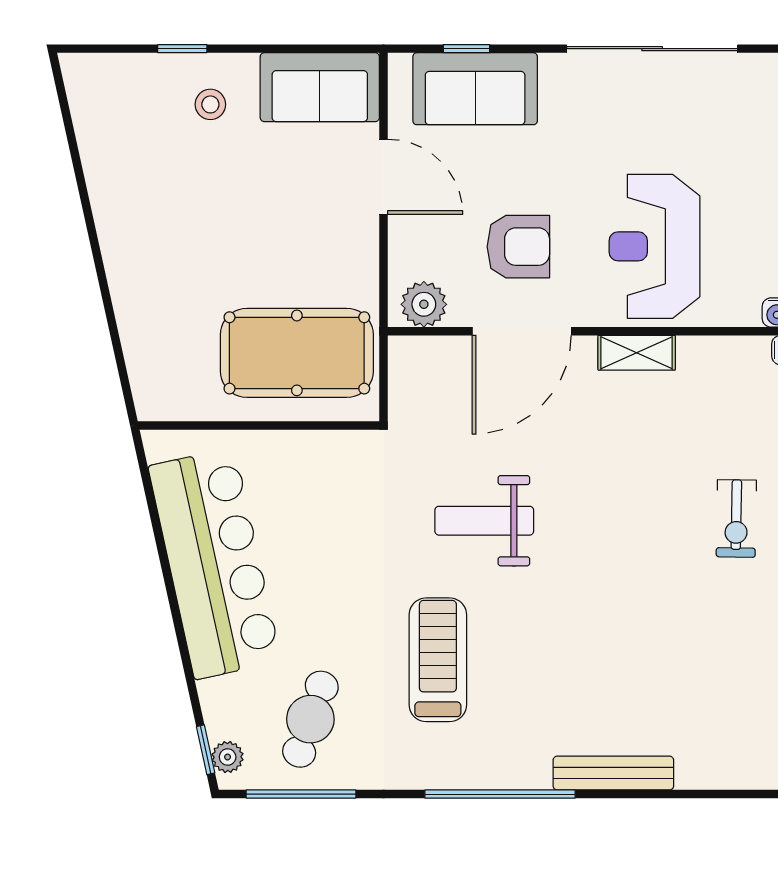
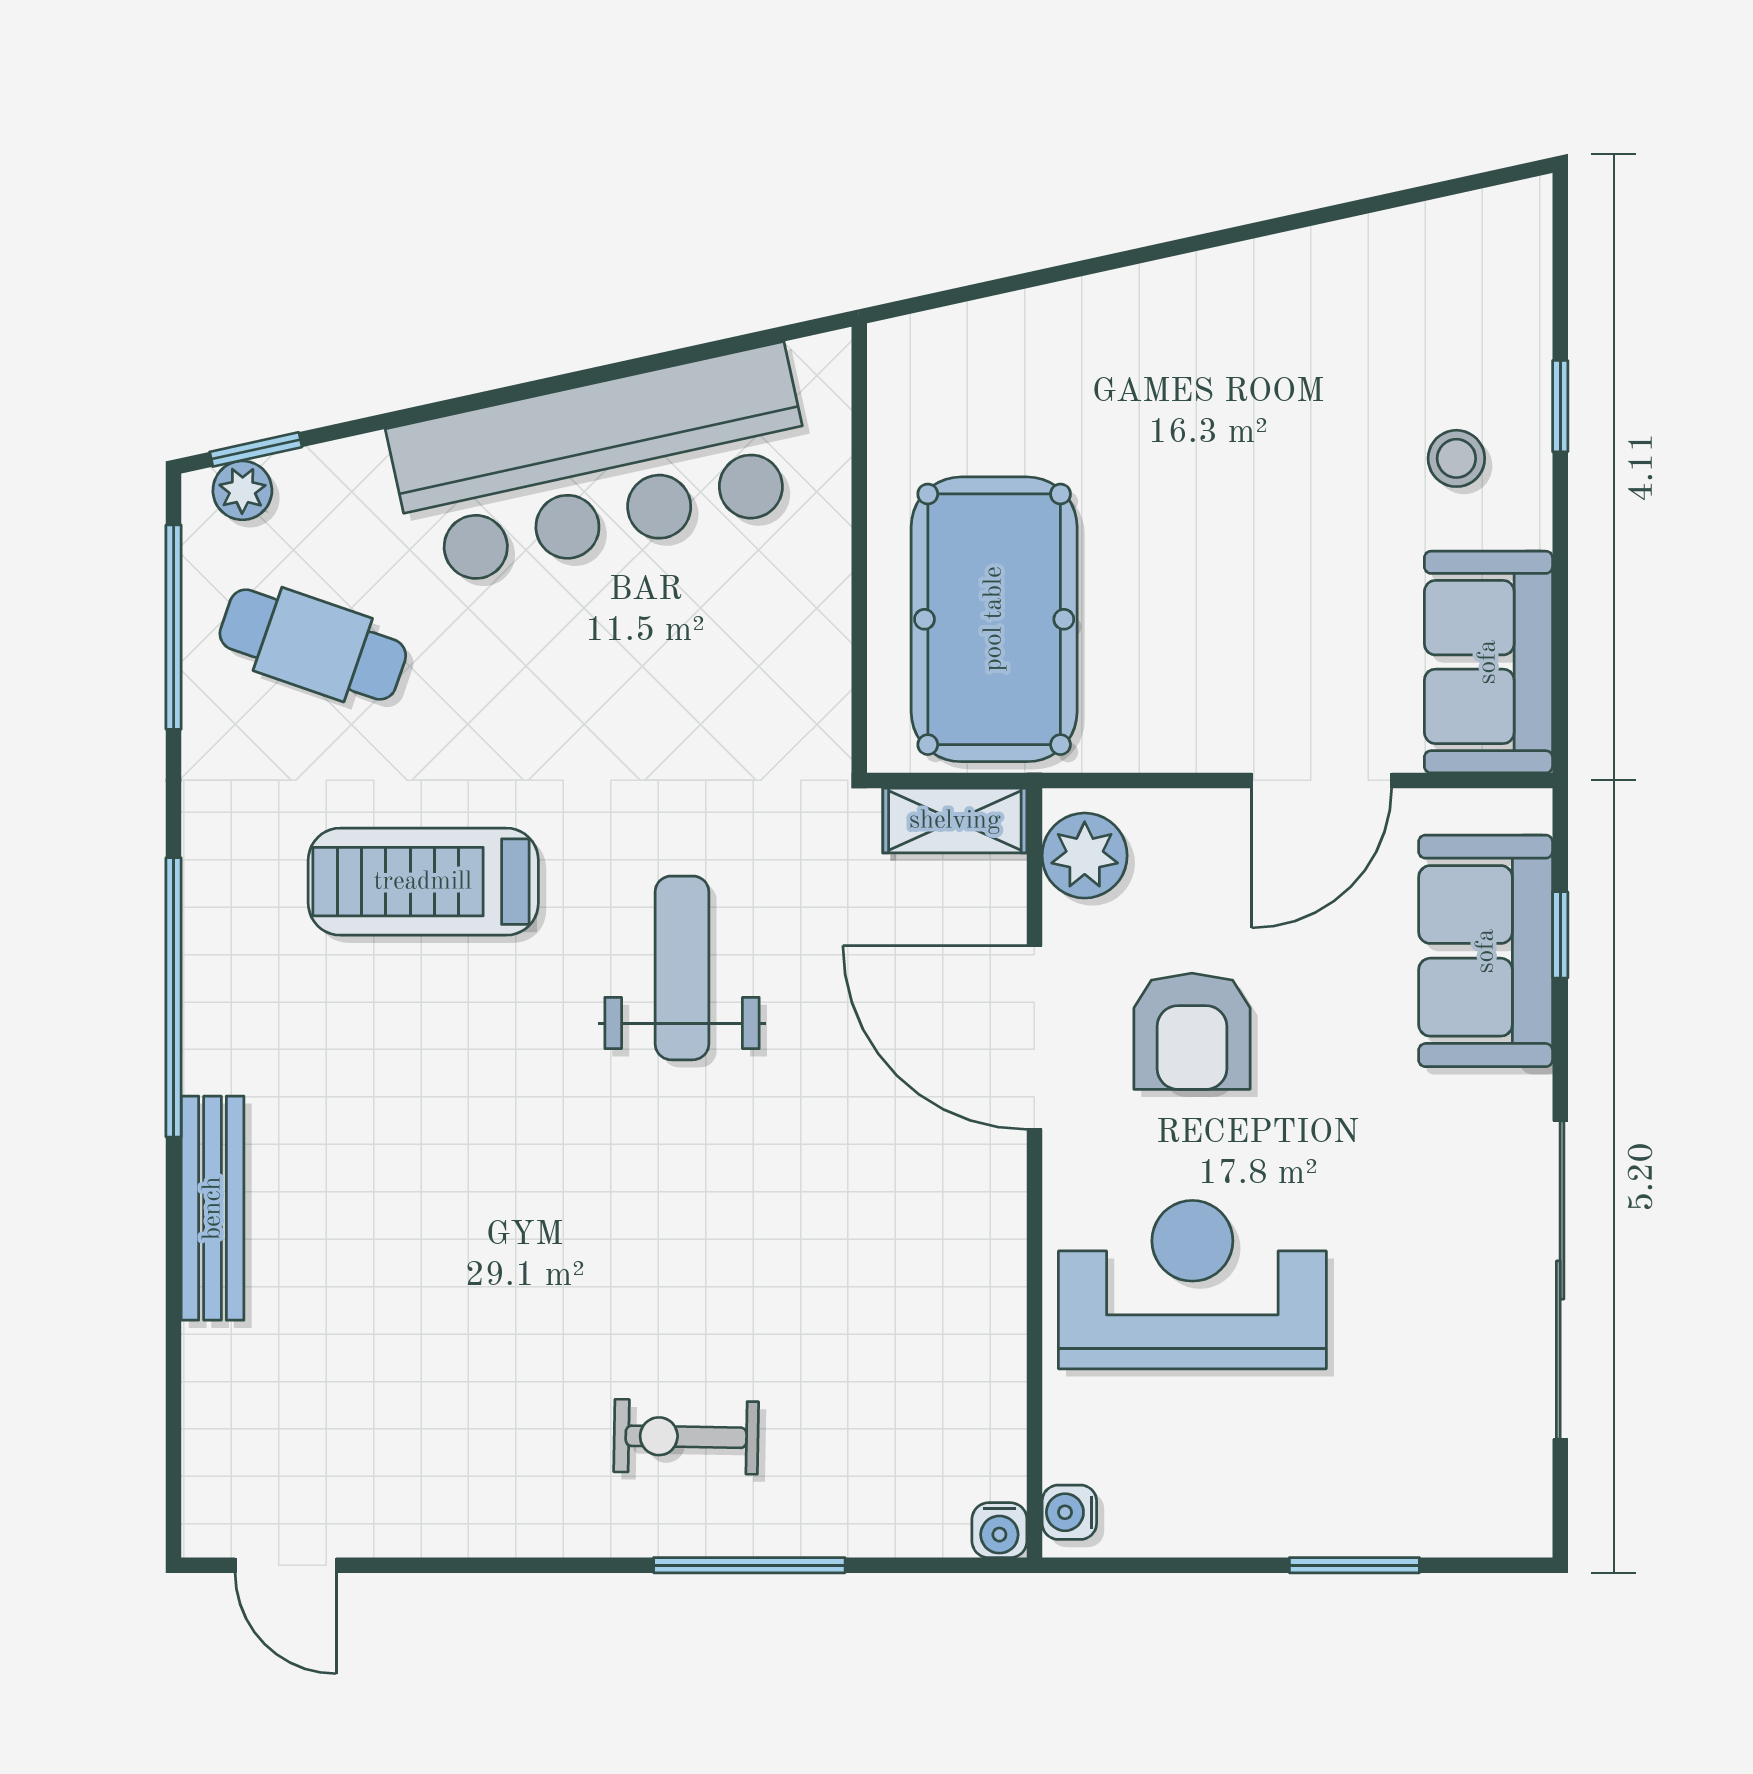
shelving: (637, 353) -> (955, 821), moved, turned 90
treadmill: (438, 660) -> (423, 882), turned 180

